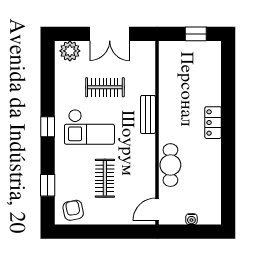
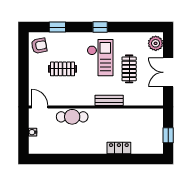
locker: (213, 123) -> (119, 148), moved
checkout: (89, 127) -> (100, 58), turned 180

